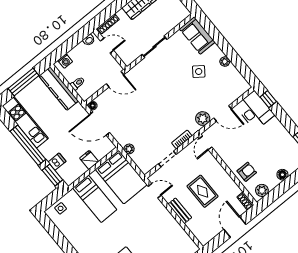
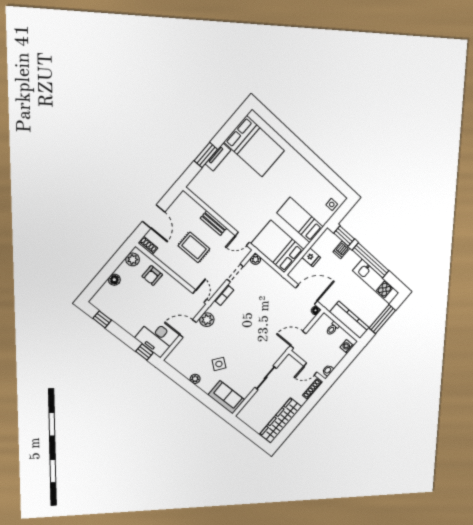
plant: (129, 149) -> (256, 259), moved

